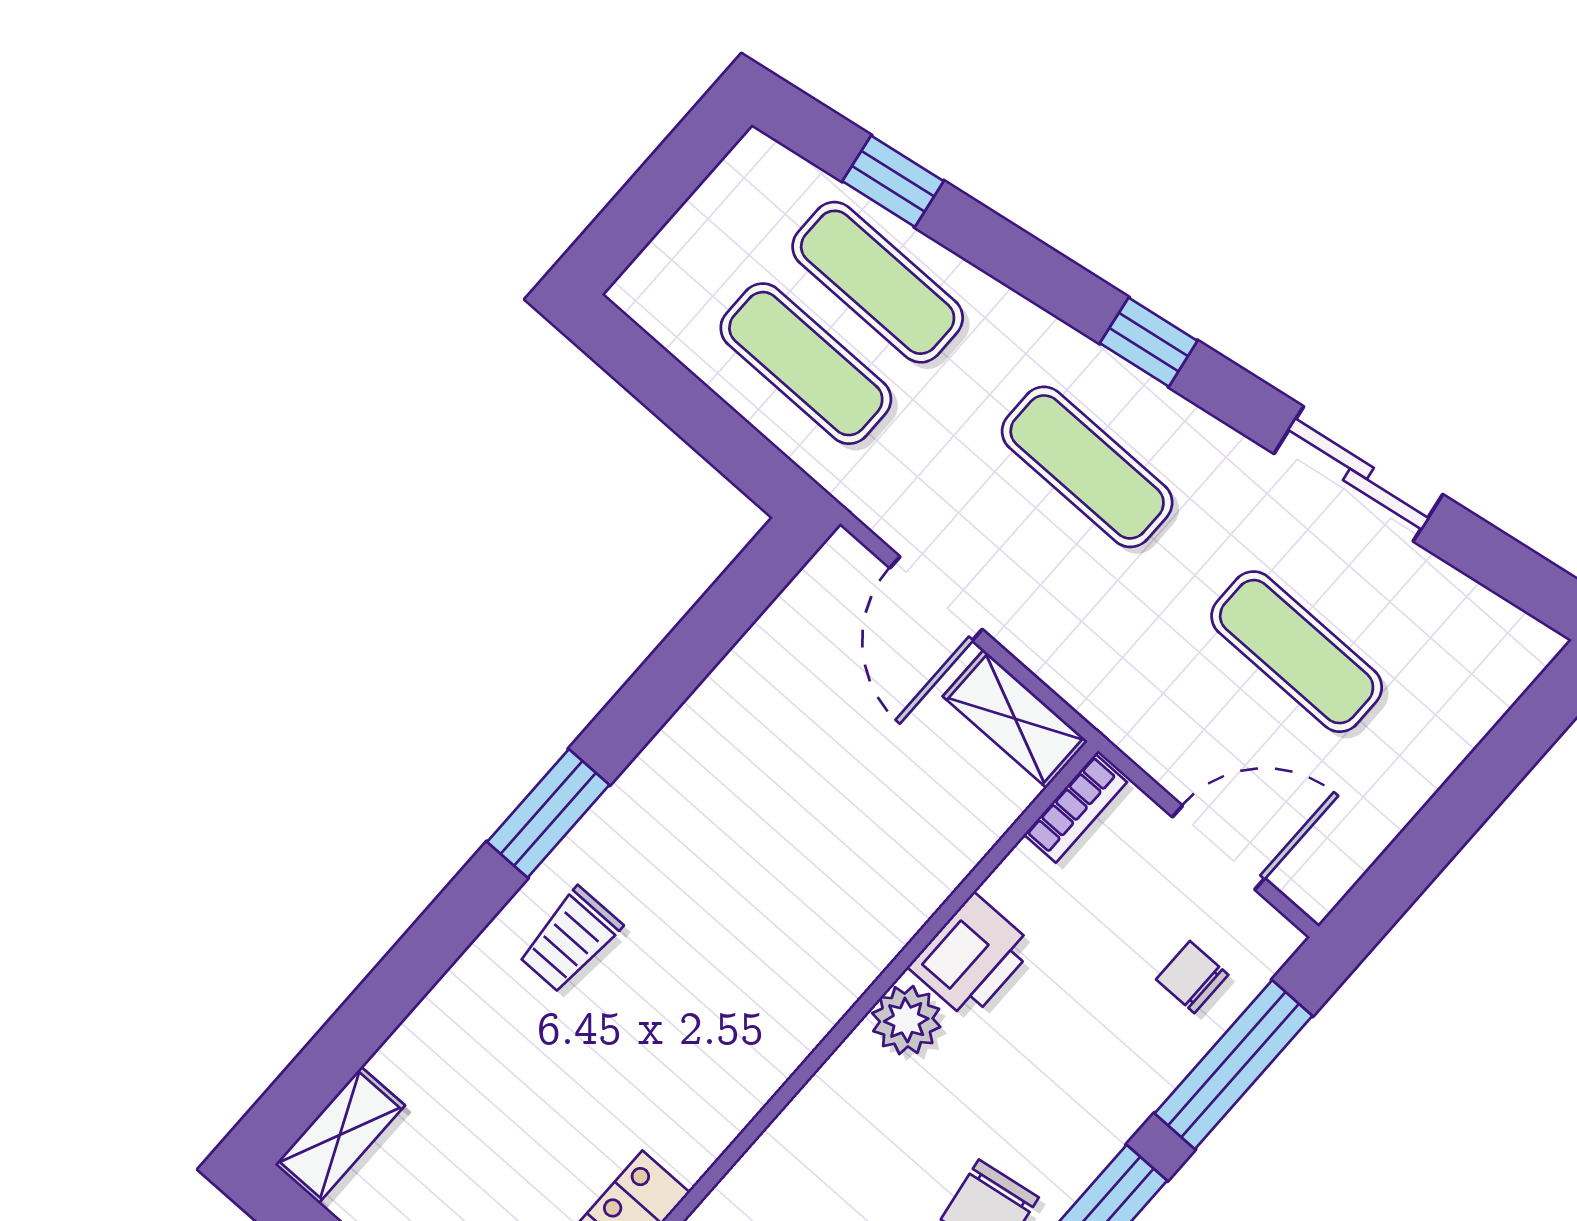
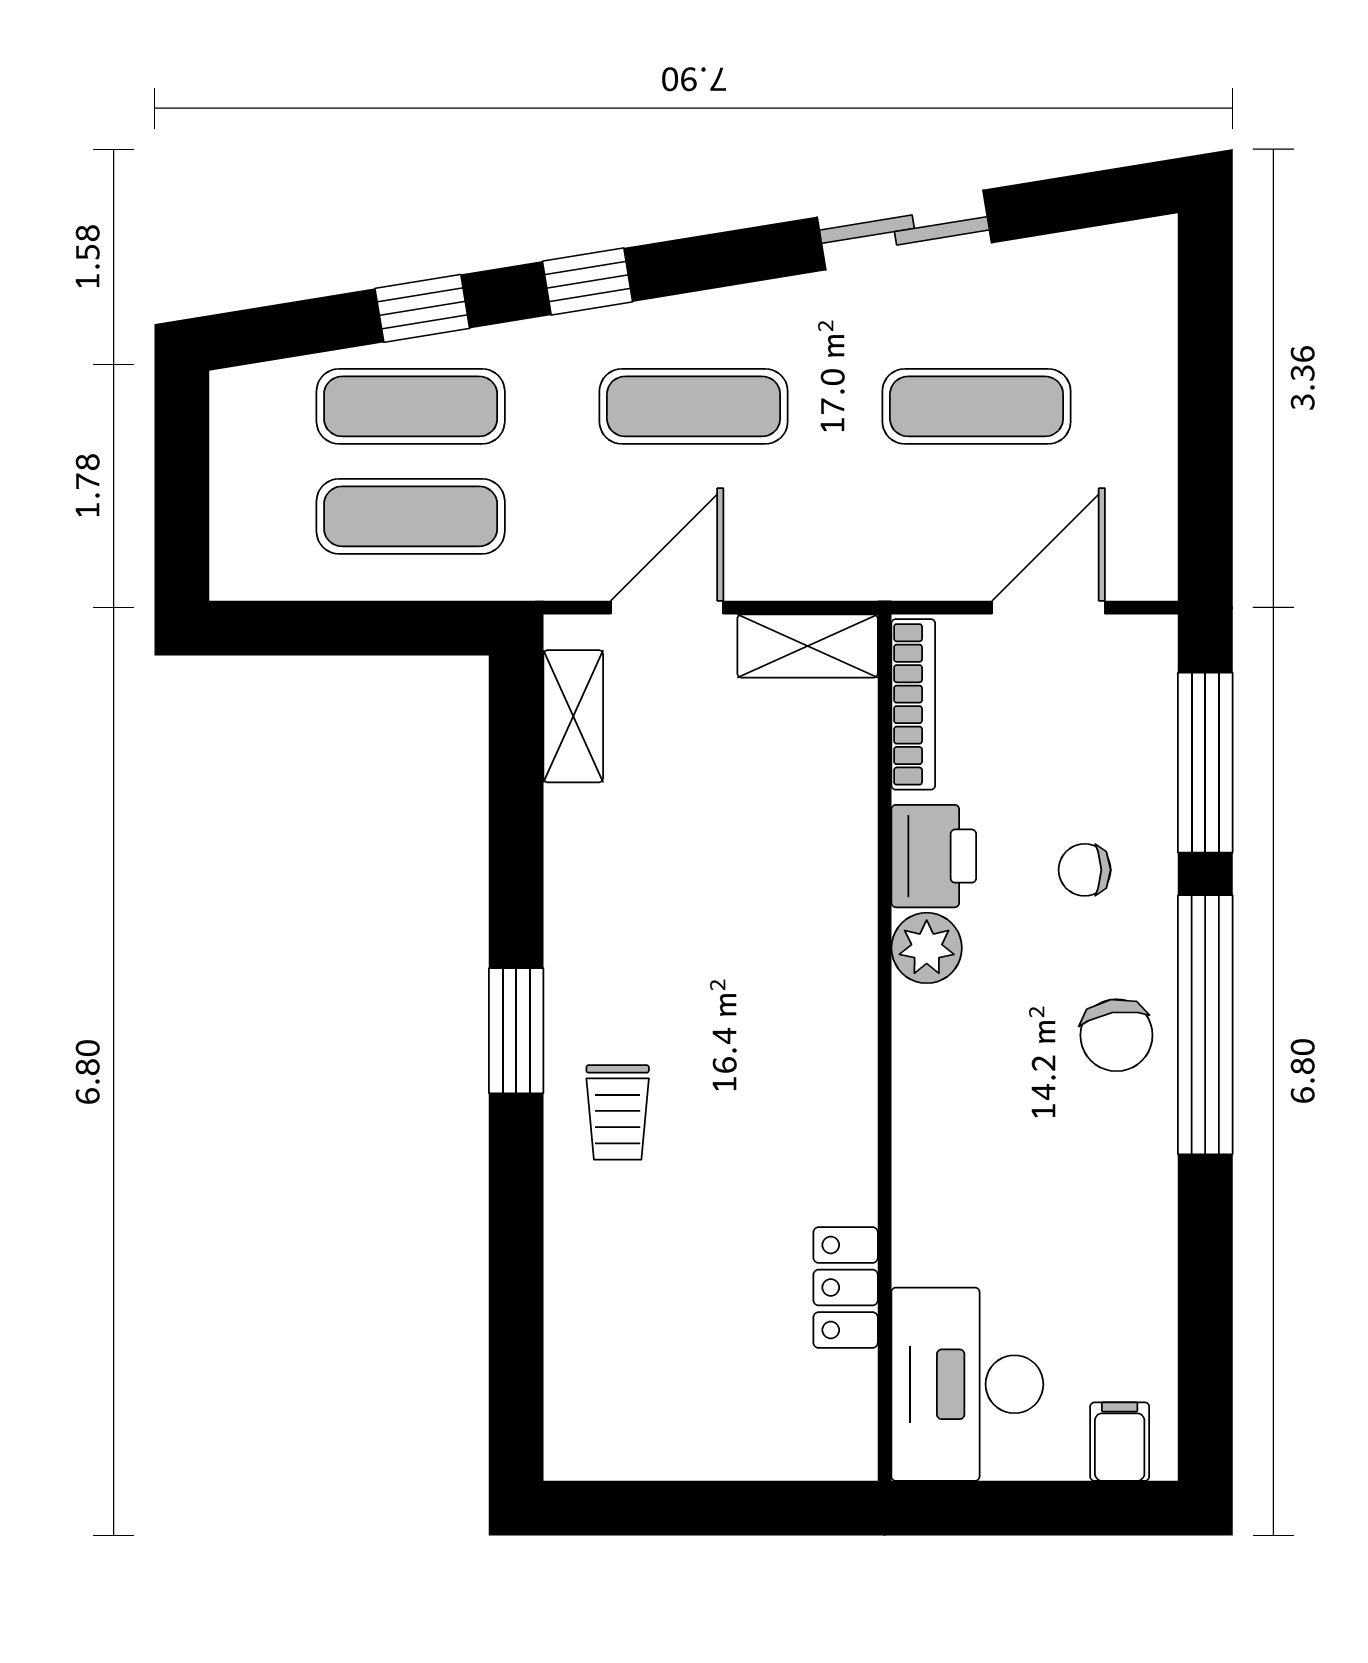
window: (893, 181) -> (422, 308), moved
window: (1149, 342) -> (588, 282), moved
door: (936, 599) -> (667, 608), swing flipped
bookcase: (1075, 808) -> (913, 704), width x1.56
chair: (1192, 977) -> (1085, 870), moved
shelving: (340, 1135) -> (573, 716), moved

